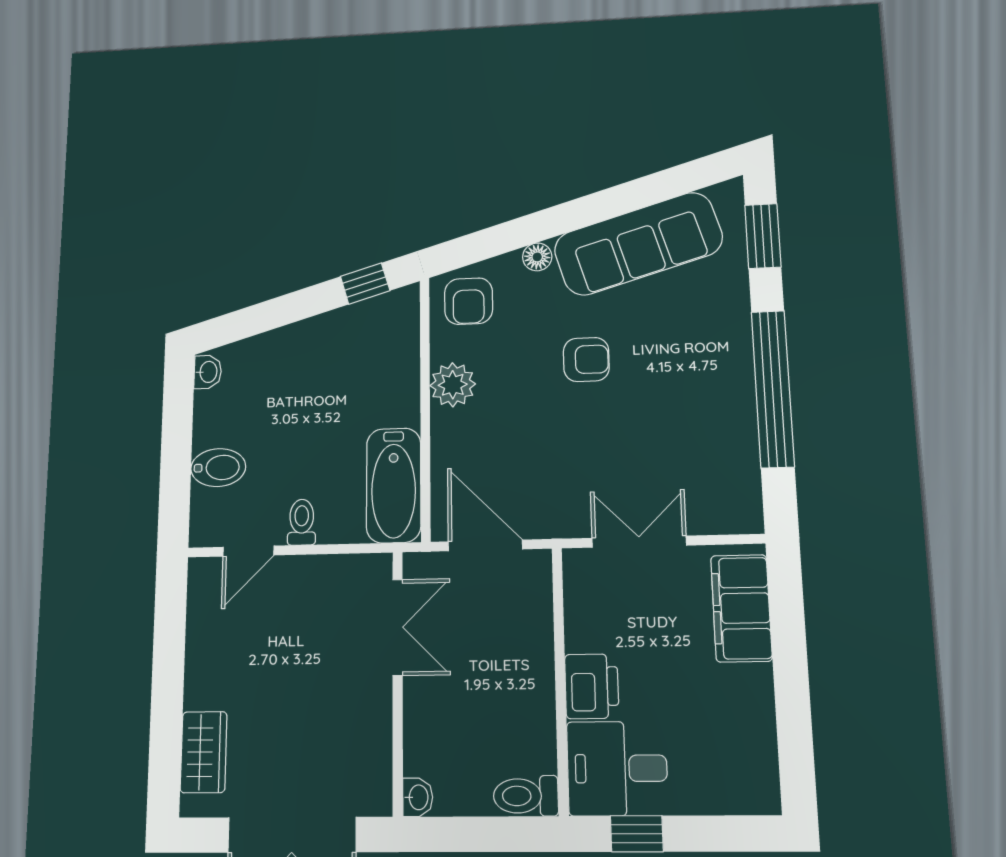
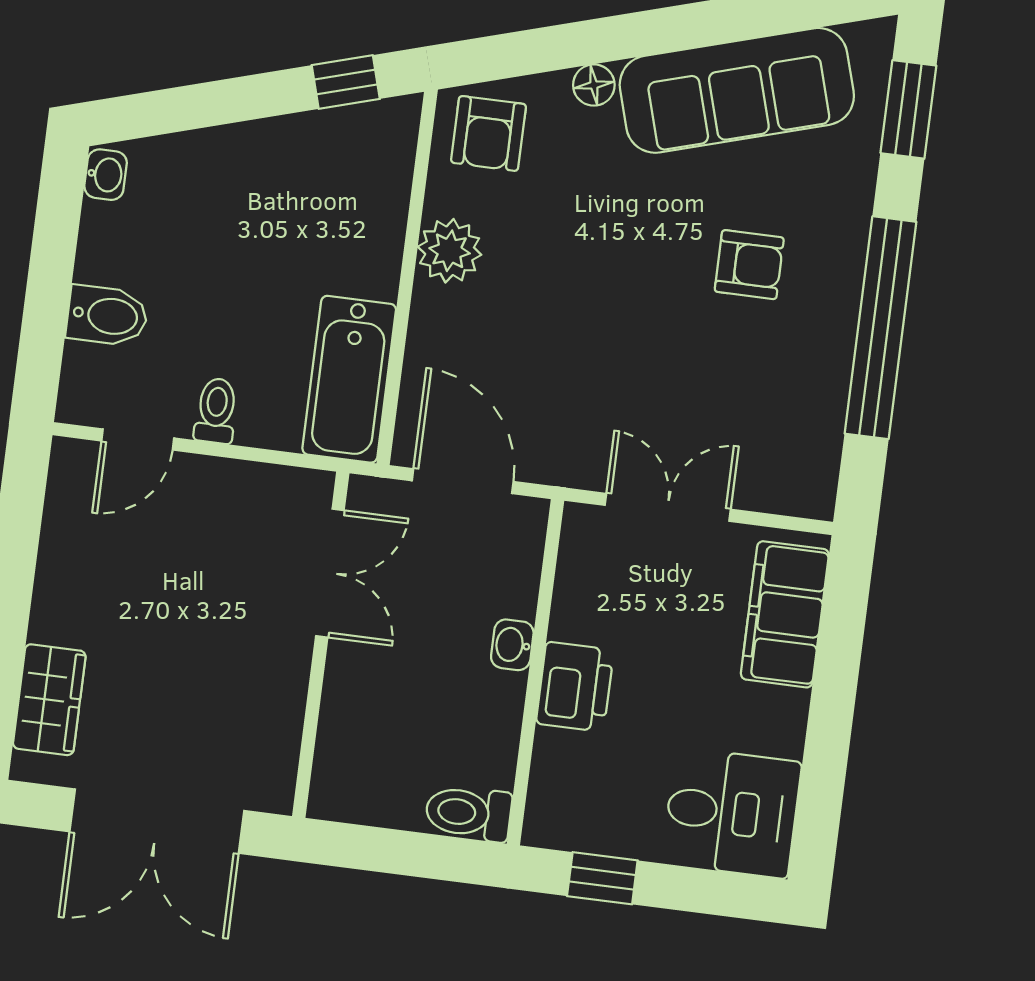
armchair: (586, 360) -> (749, 265), moved
desk: (617, 768) -> (732, 813), moved, turned 180
washbasin: (418, 797) -> (512, 645), moved, turned 180

